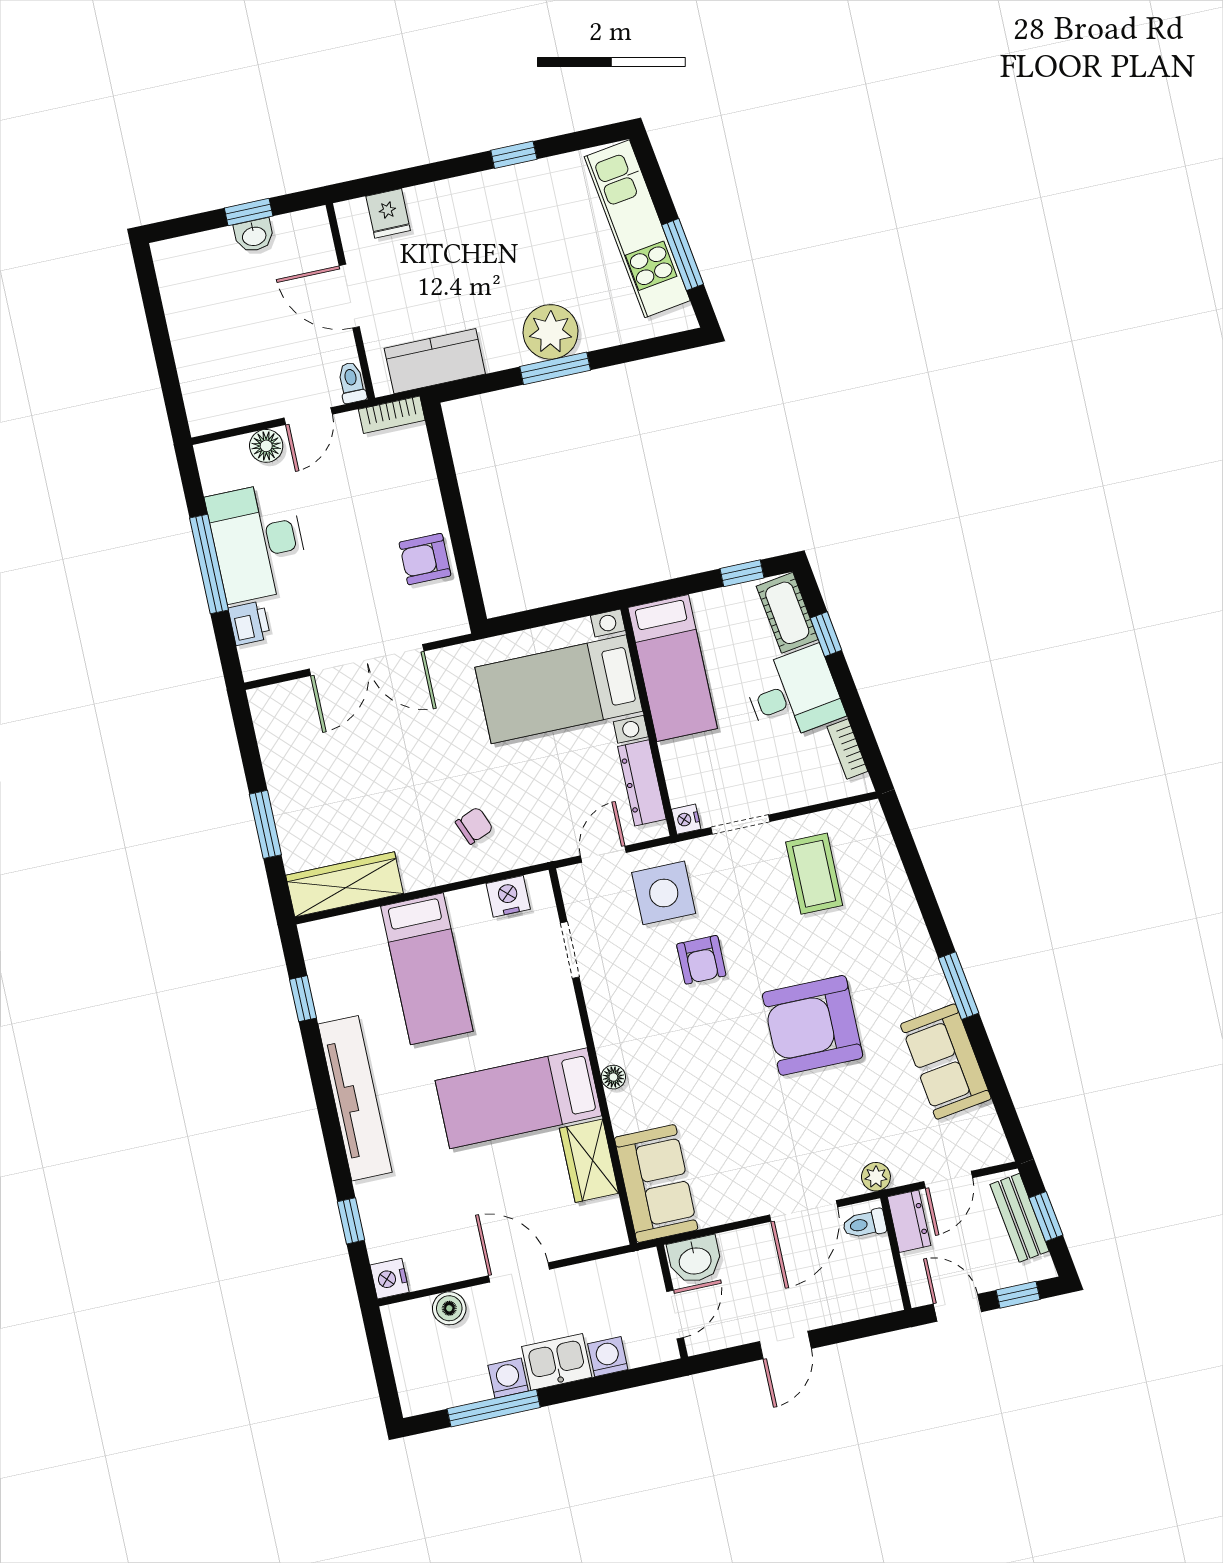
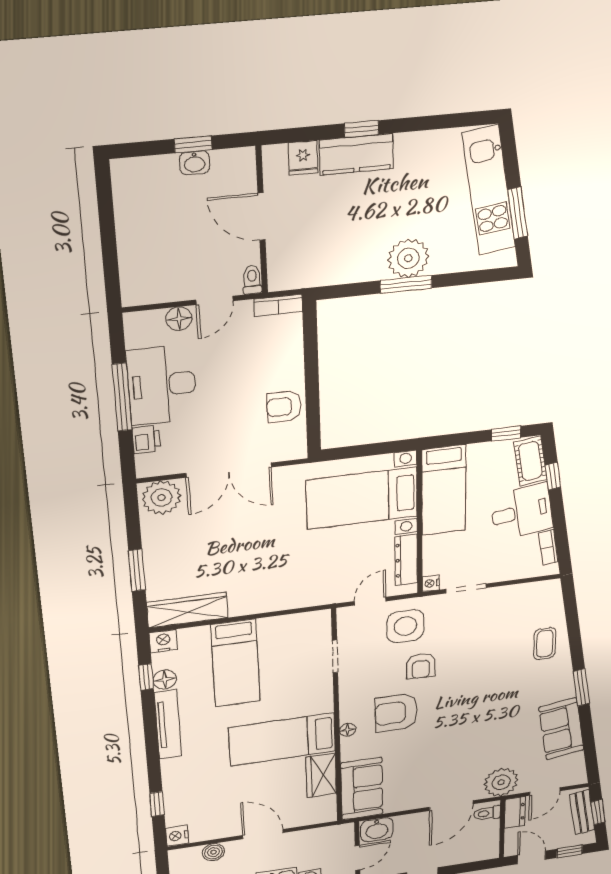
window: (514, 155) -> (361, 129), moved
kitchen counter: (435, 361) -> (356, 154), moved, turned 180
plant: (282, 709) -> (162, 498), added
chair: (474, 826) -> (285, 579), removed
coffee table: (814, 874) -> (545, 644), moved, width x0.73, depth x0.77
nightstand: (508, 896) -> (163, 641), moved
floor lamp: (330, 1001) -> (165, 679), added
armchair: (813, 1025) -> (396, 713), moved, width x0.73, depth x0.73
tv unit: (355, 1098) -> (168, 724), width x0.73, depth x0.78
plant: (876, 1177) -> (501, 782), width x1.88, depth x1.88

